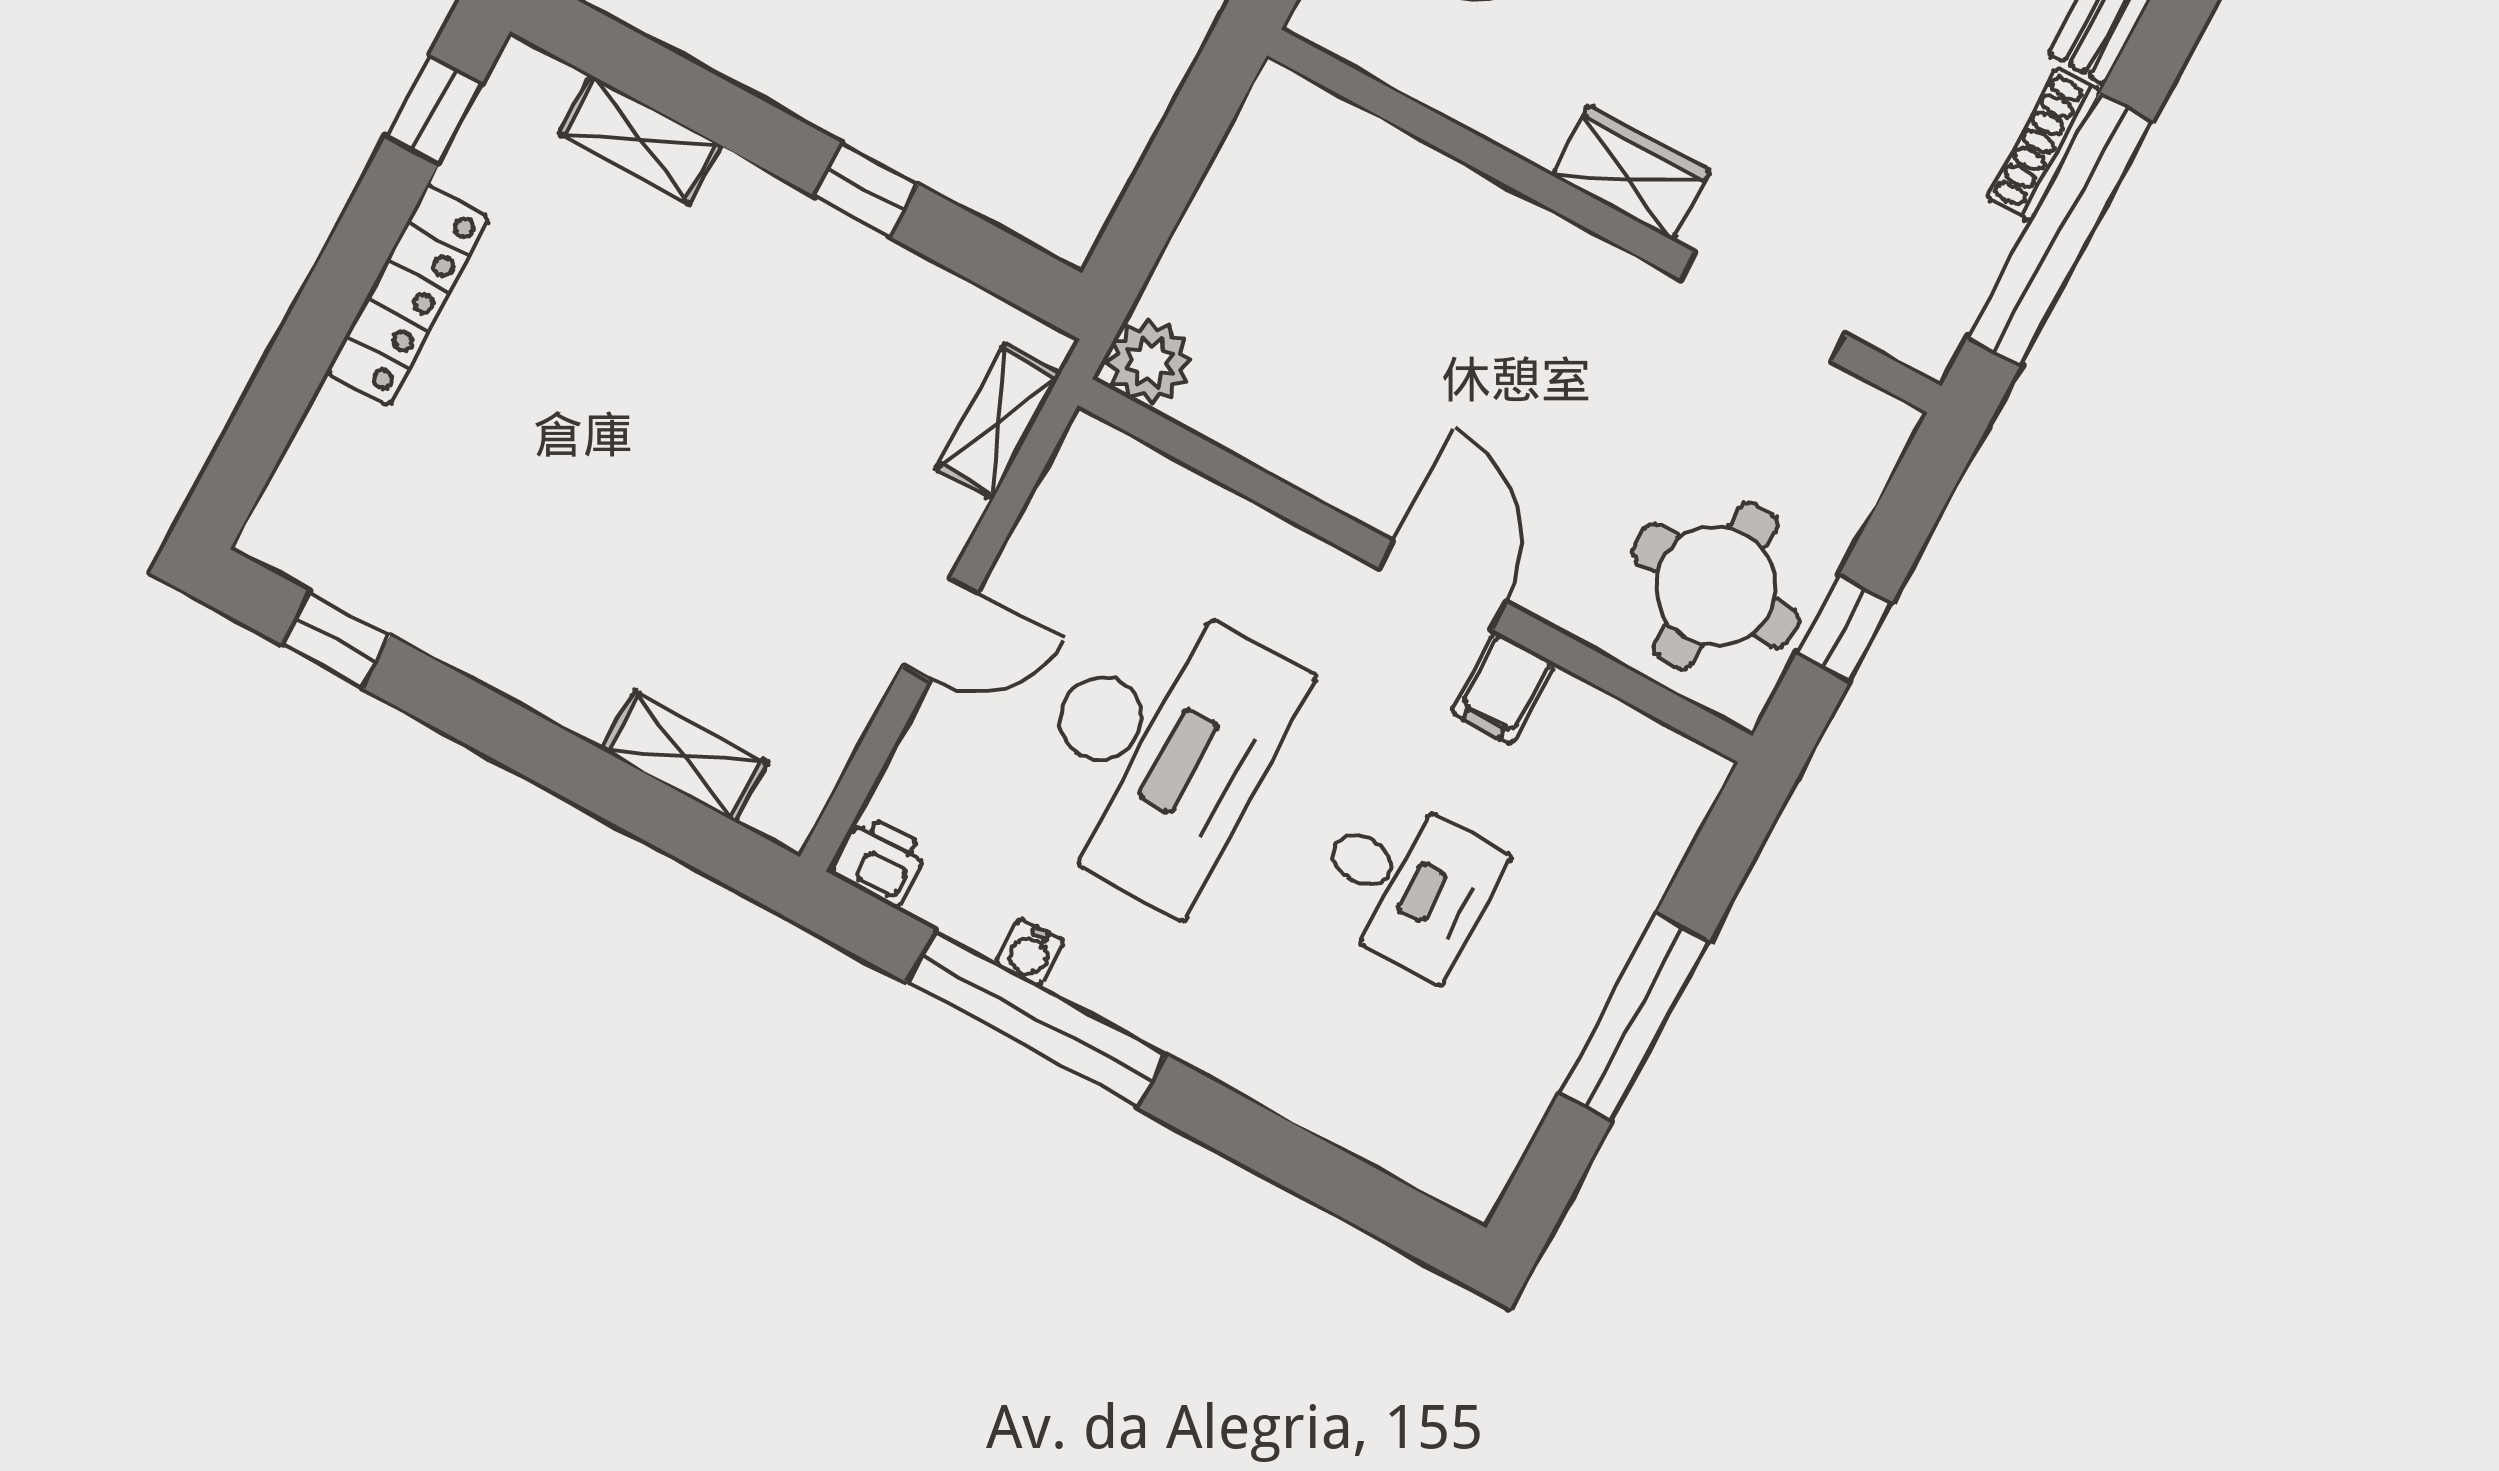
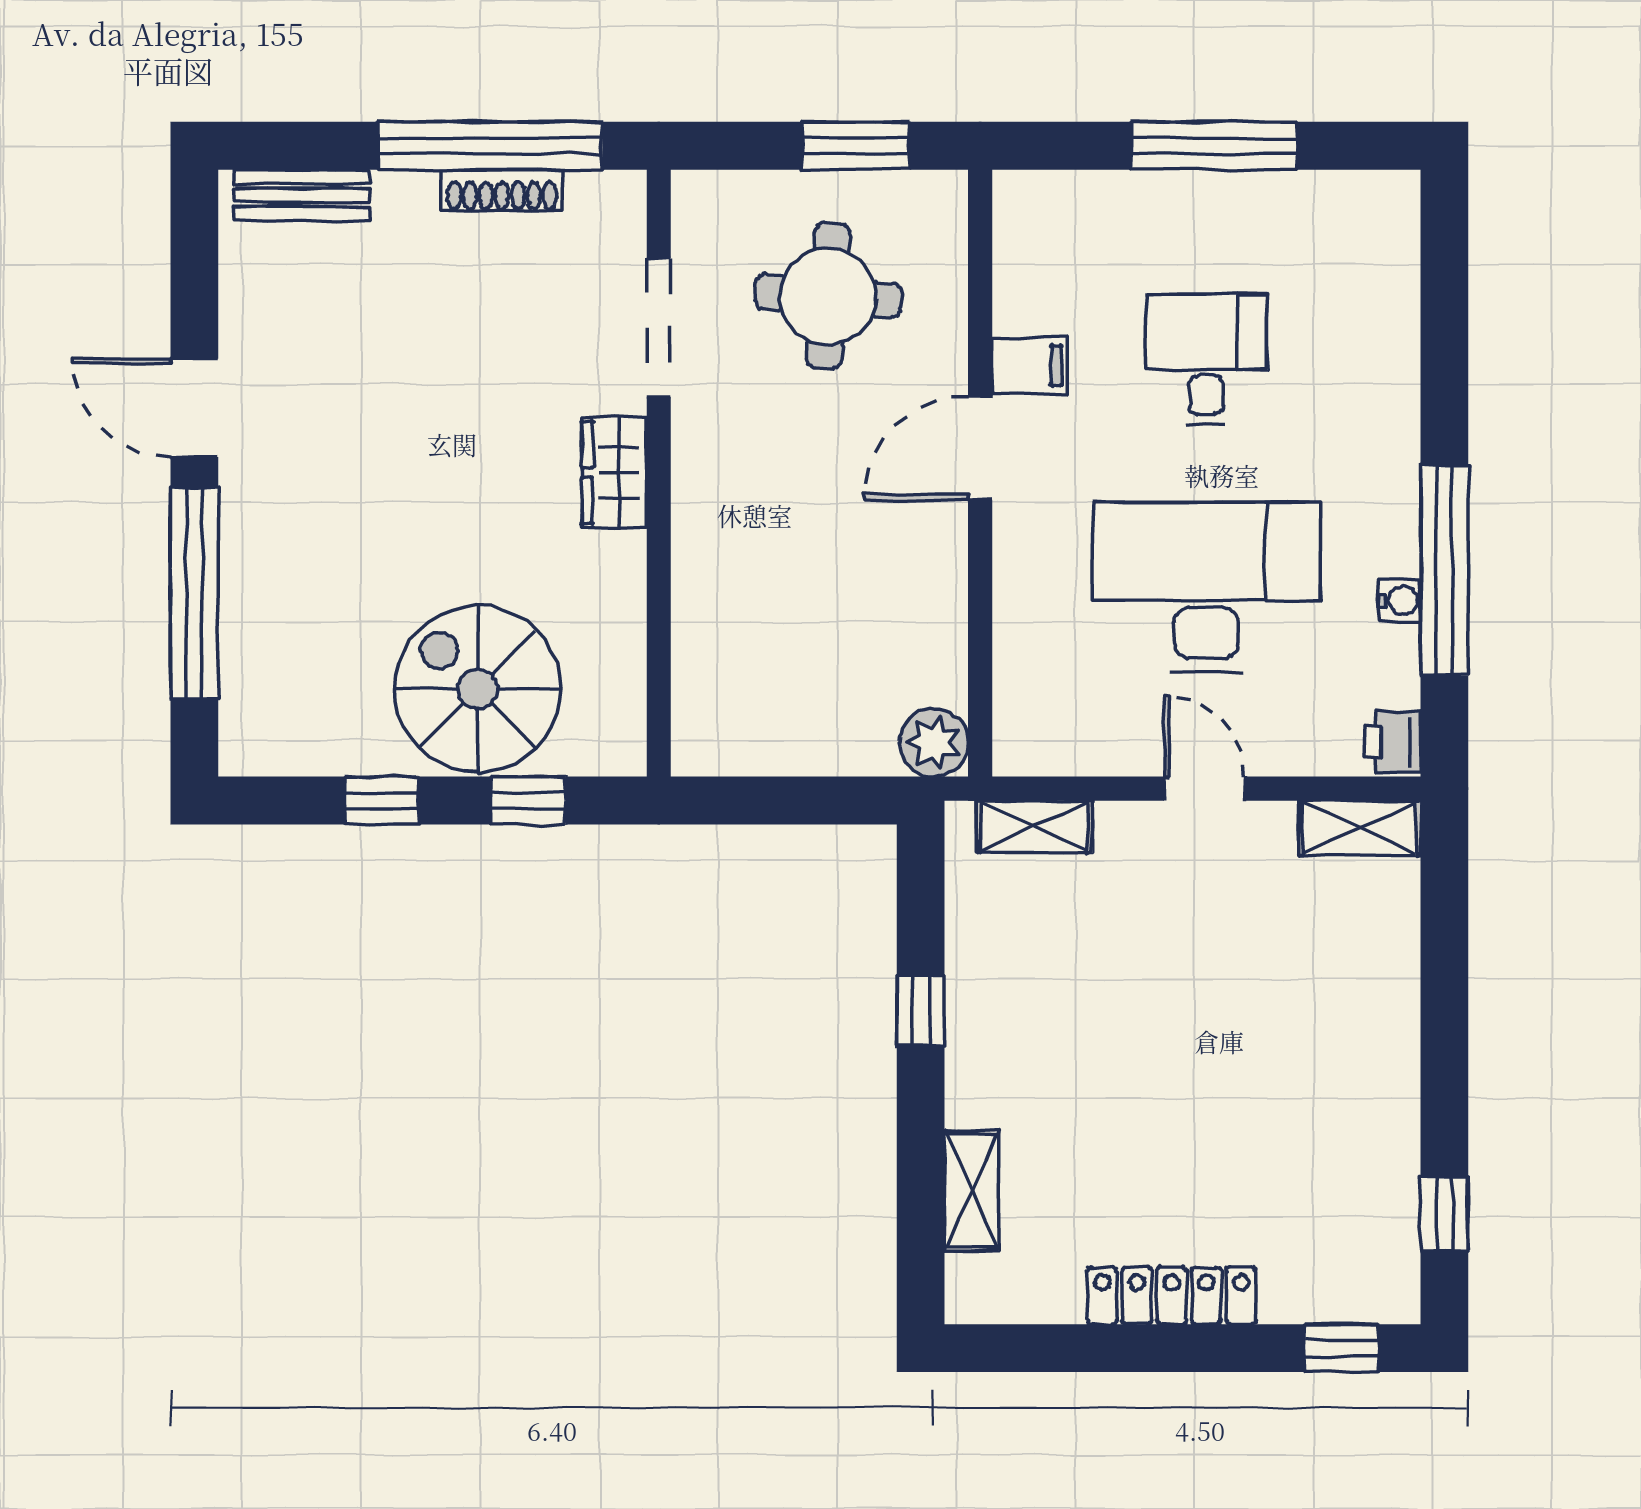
window: (434, 110) -> (1341, 1348), moved
shoe rack: (2044, 144) -> (502, 190), moved
round table: (1716, 586) -> (828, 296), moved
window: (1844, 628) -> (856, 146), width x1.50
shelving: (685, 756) -> (1359, 828), moved, turned 90

